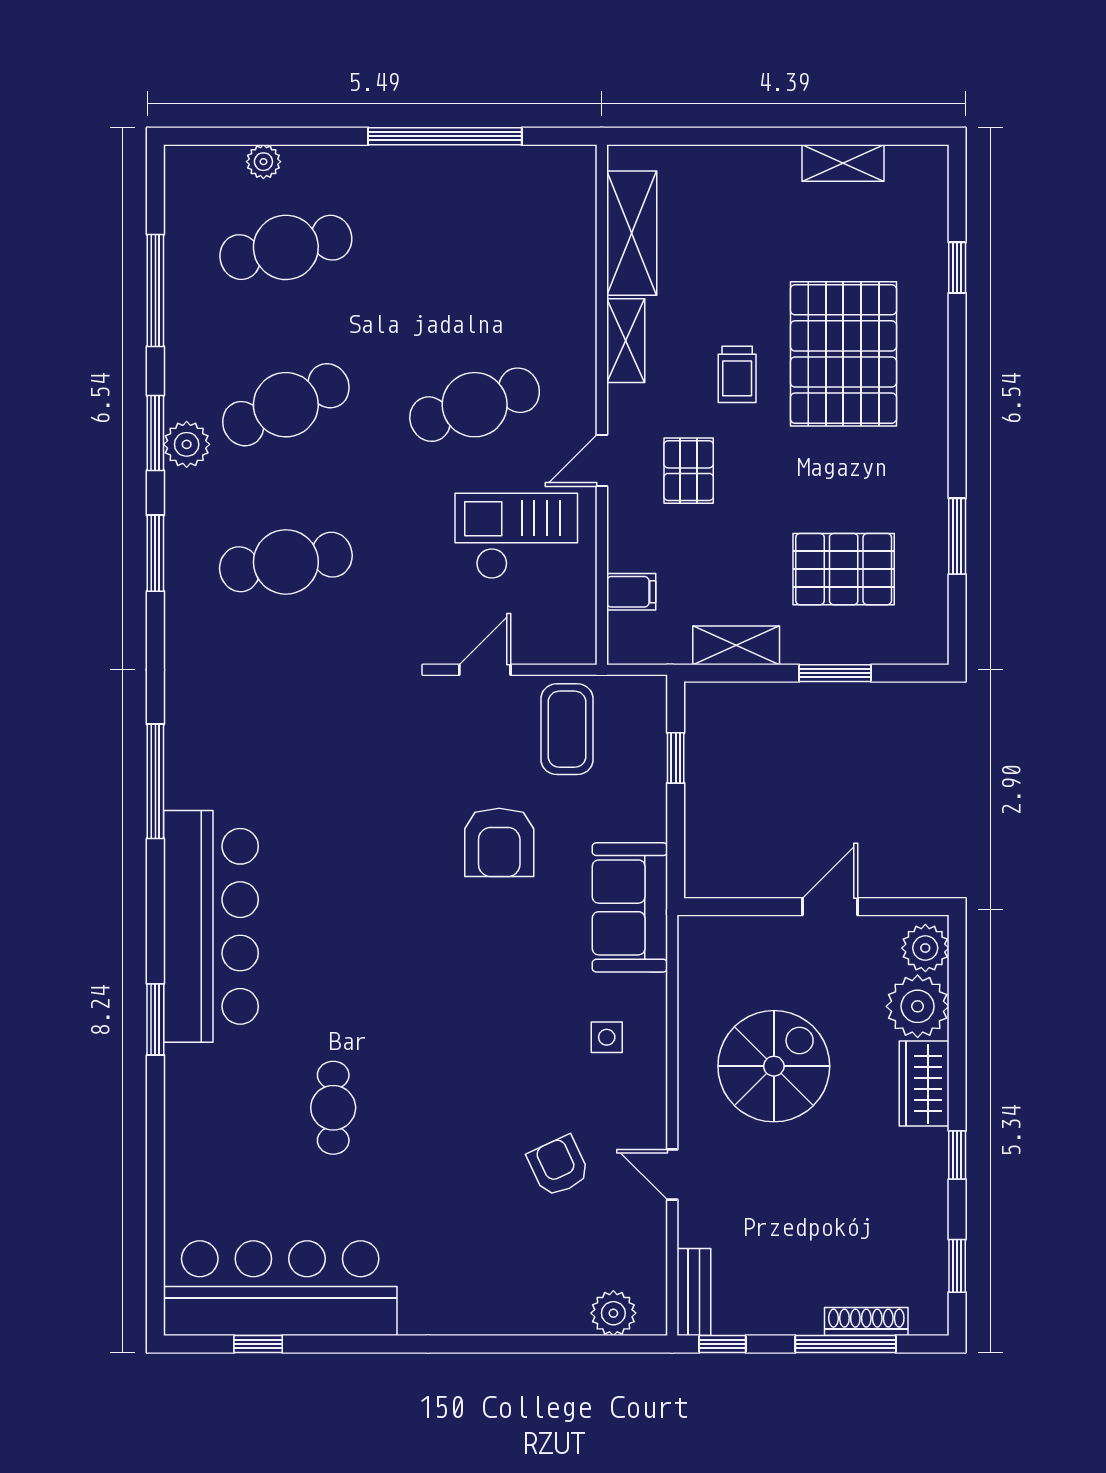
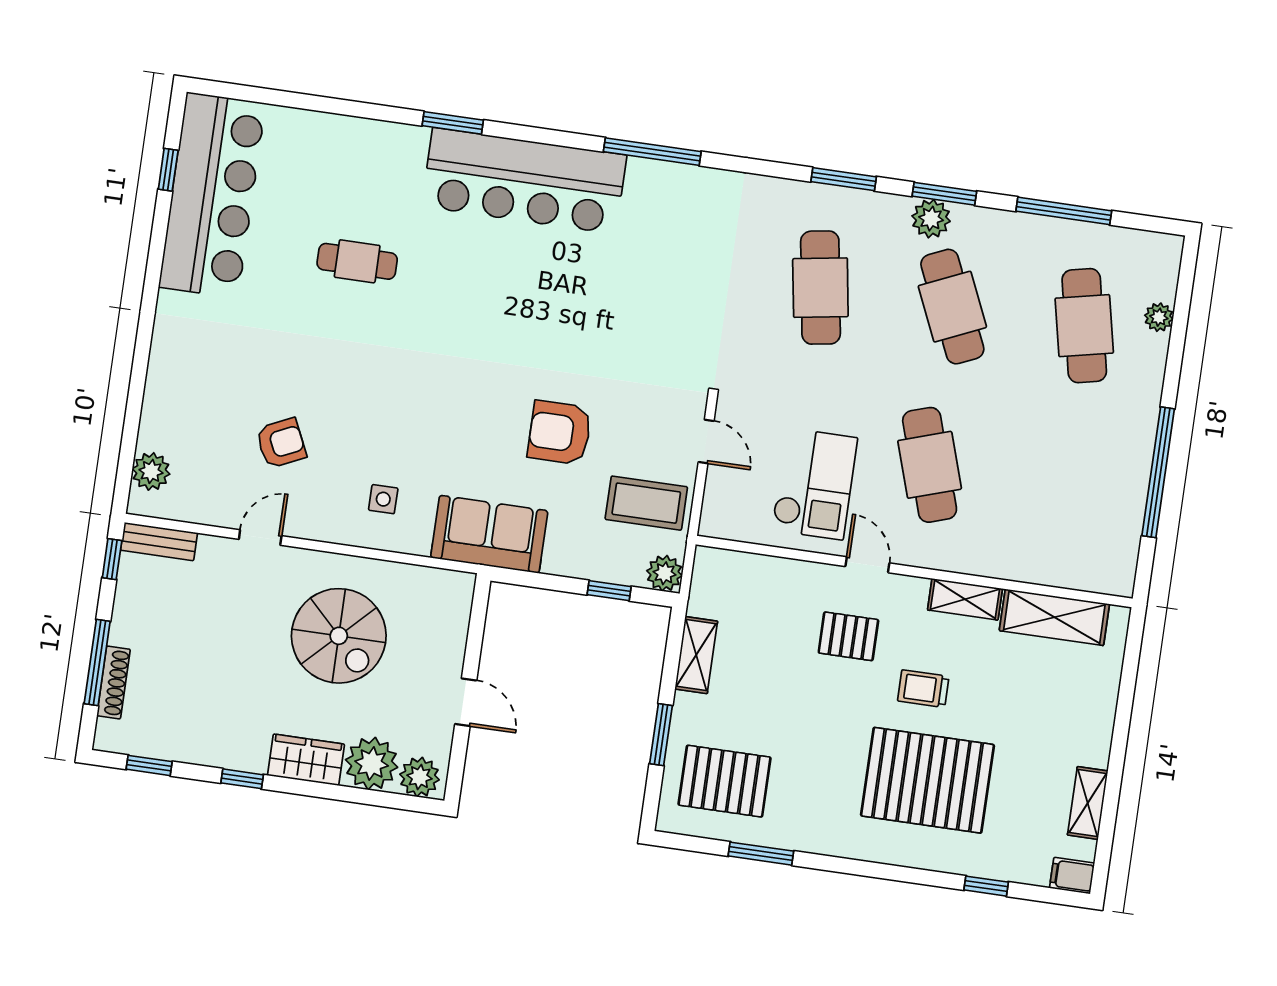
pallet: (844, 569) -> (725, 781), moved, turned 90
filing cabinet: (631, 592) -> (1072, 876), moved, turned 90
plant: (646, 696) -> (665, 573), added

